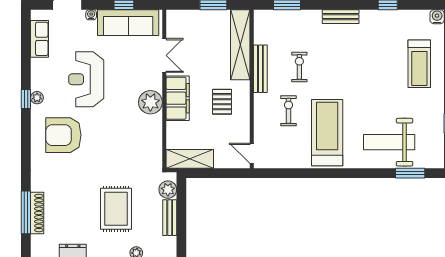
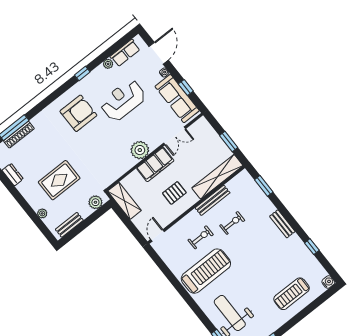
plant: (37, 98) -> (108, 64), moved
armchair: (63, 135) -> (78, 113), turned 90
bench: (170, 218) -> (69, 225), moved

